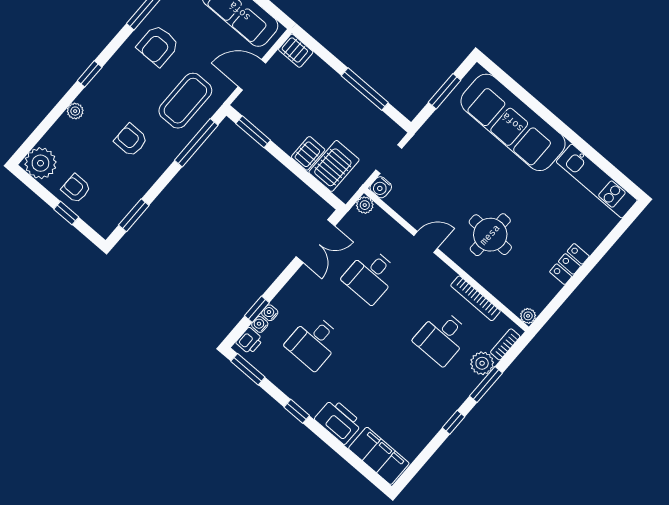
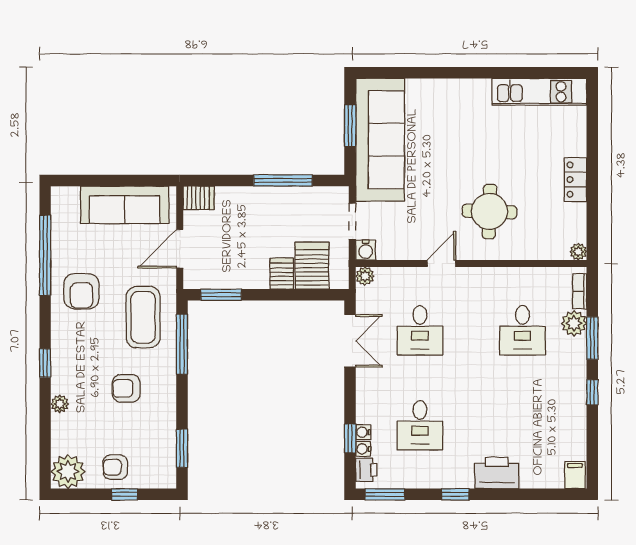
sofa: (513, 122) -> (380, 140), moved, turned -90
bookcase: (476, 298) -> (523, 274), removed
filing cabinet: (379, 456) -> (575, 475), width x0.33, depth x0.86

